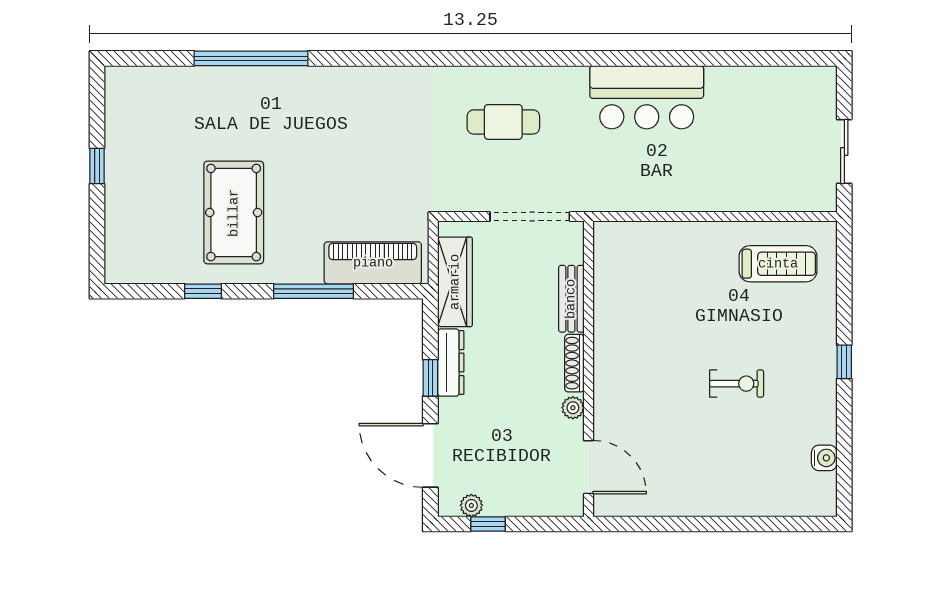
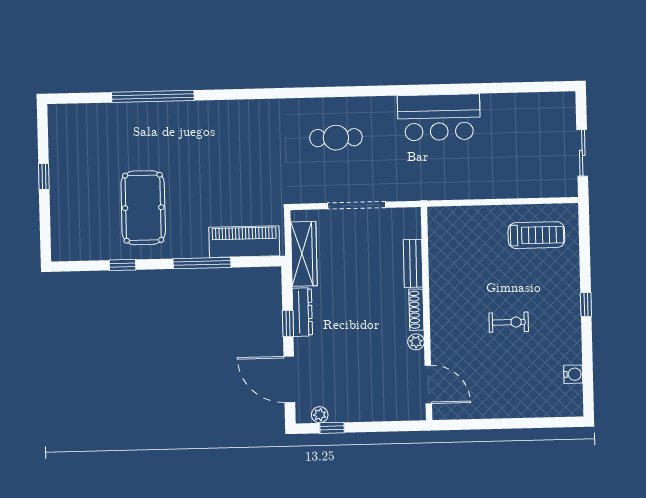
bench: (571, 299) -> (413, 263), moved
shoe rack: (574, 363) -> (416, 310), moved
wall: (588, 369) -> (427, 314), moved
plant: (573, 408) -> (416, 342), moved
door: (588, 467) -> (428, 384), moved

